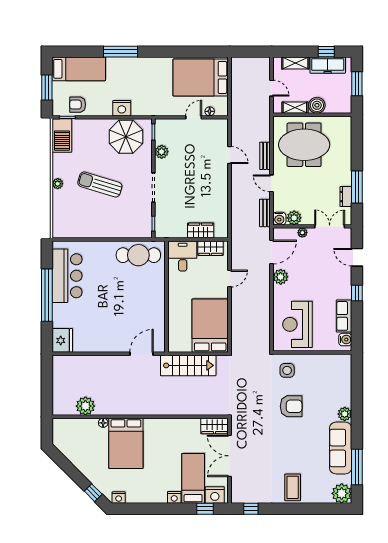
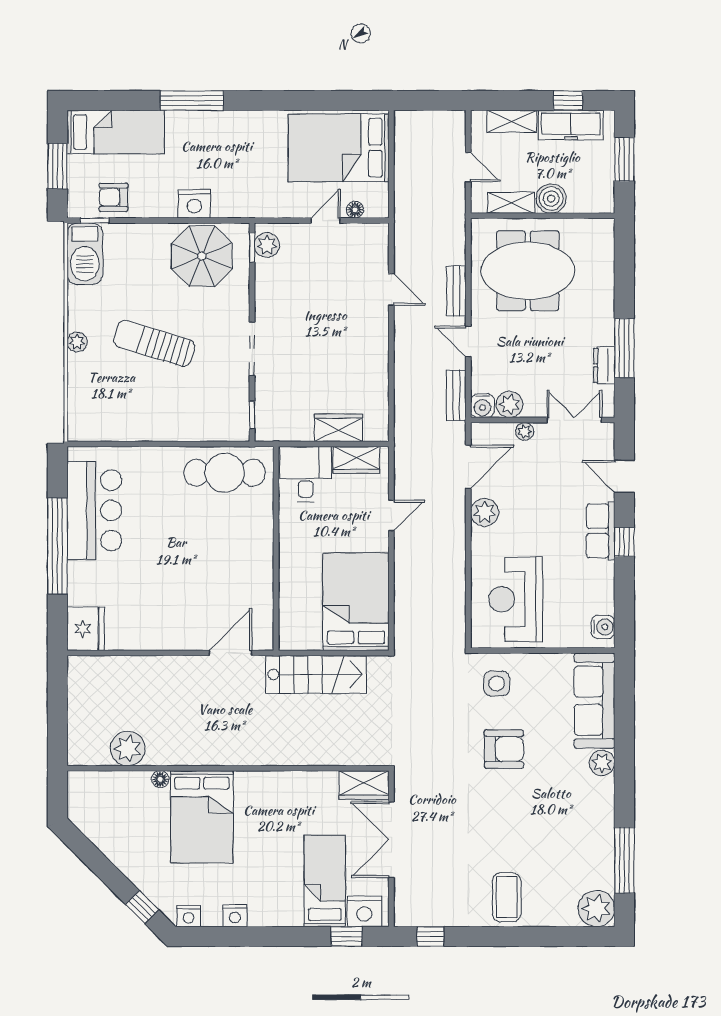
plant: (162, 152) -> (267, 245), moved
row of seats: (344, 316) -> (601, 531), moved
sofa: (341, 448) -> (594, 701), moved
nightstand: (174, 497) -> (235, 916), moved

